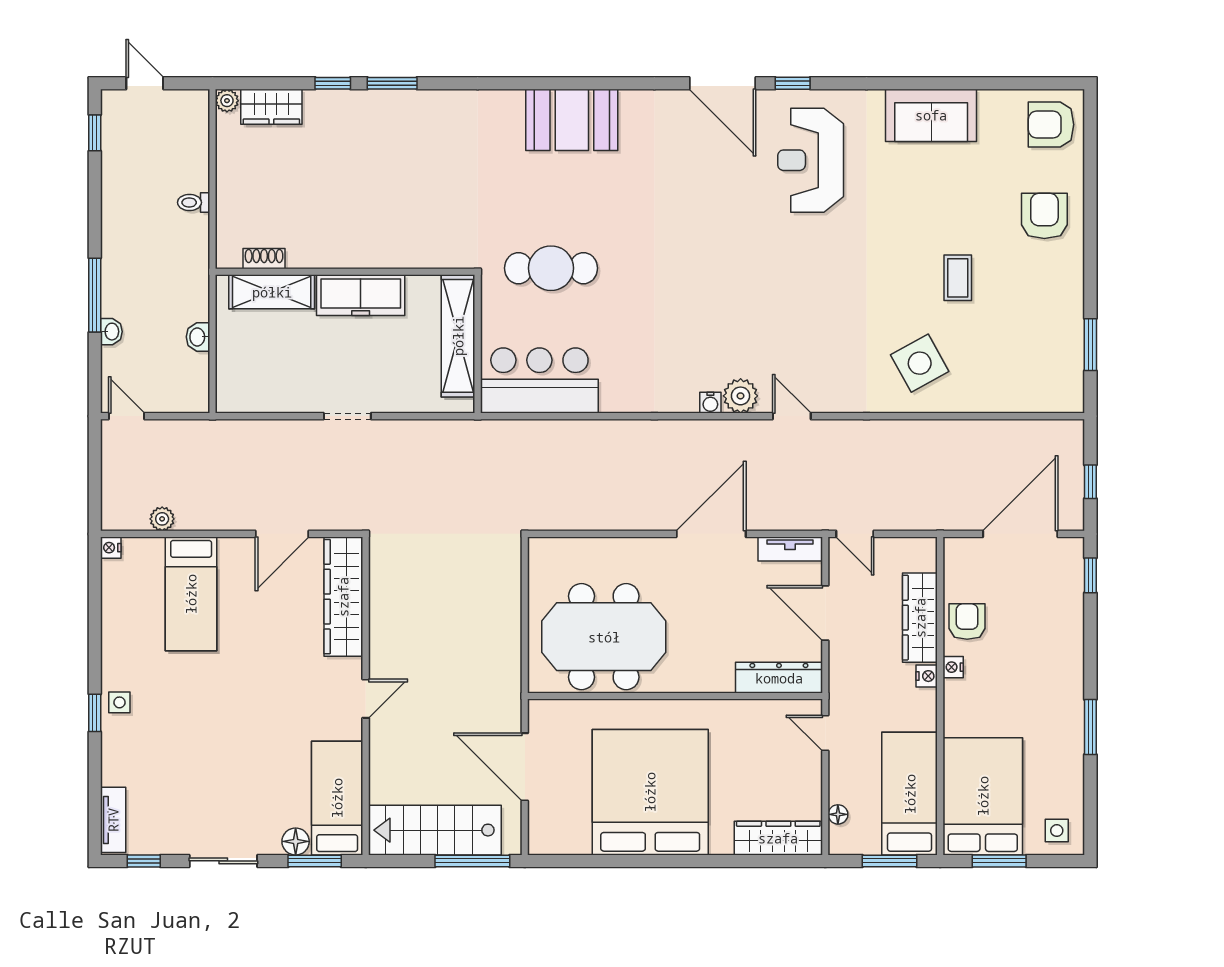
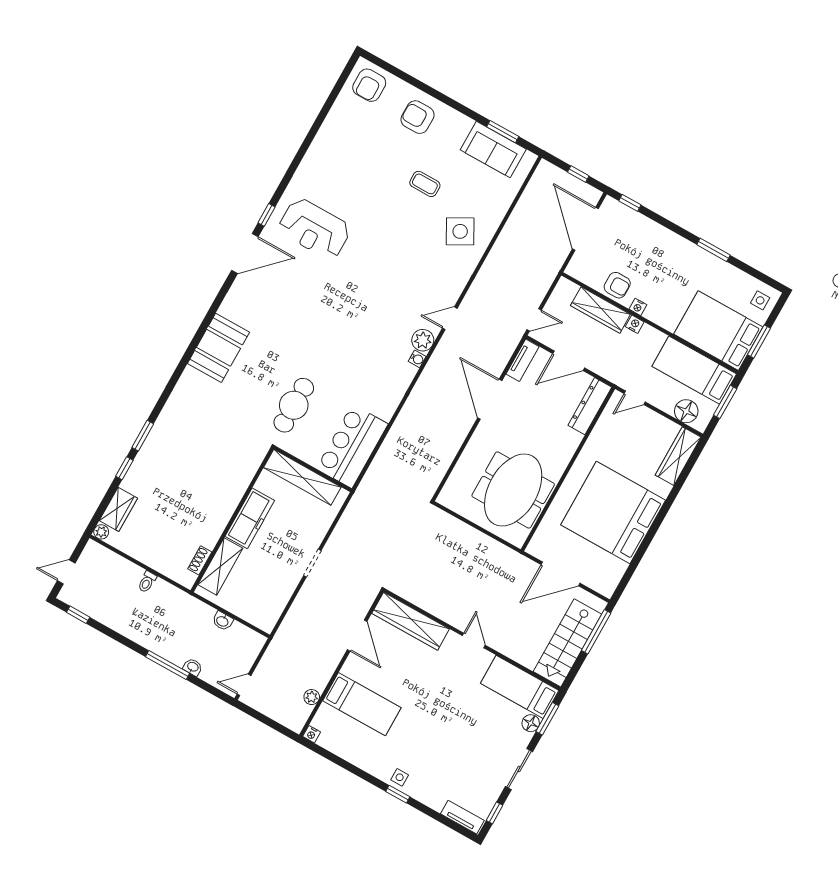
sofa: (931, 115) -> (493, 150), moved, turned 90
armchair: (967, 622) -> (617, 285), turned 180
floor lamp: (838, 814) -> (686, 411), width x1.89, depth x1.89

